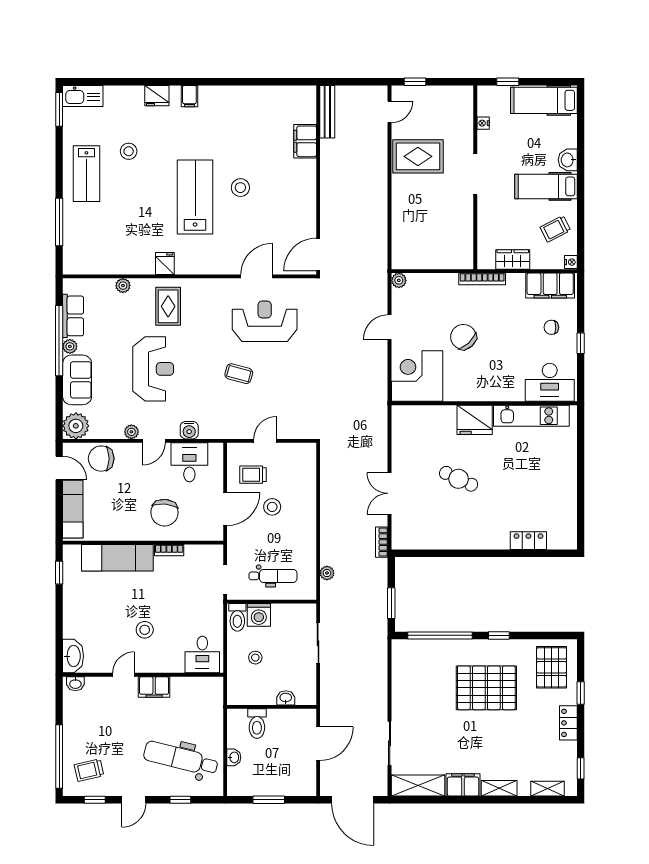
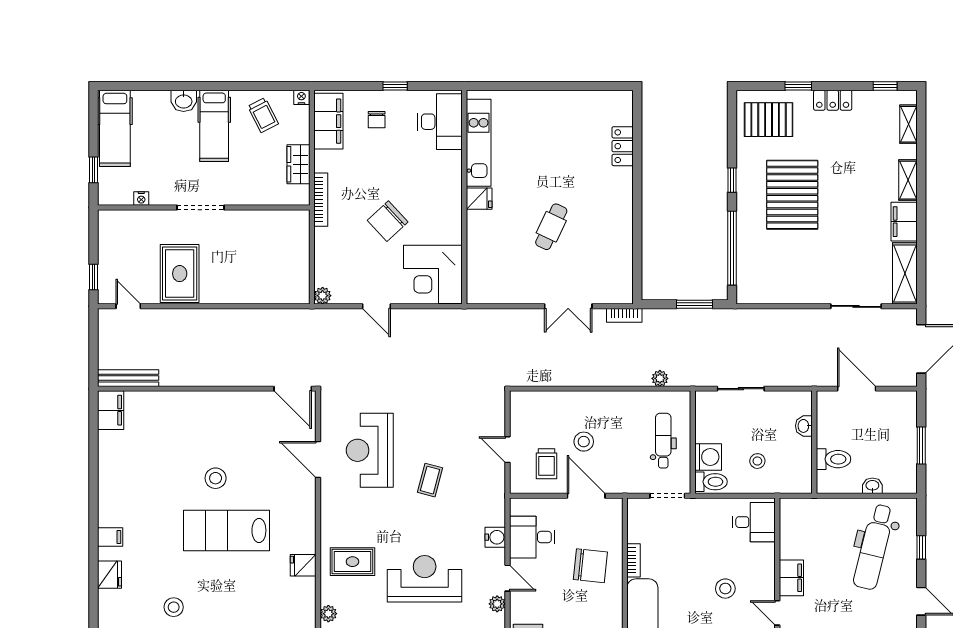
filing cabinet: (305, 141) -> (111, 410), moved, turned -90
fridge: (475, 420) -> (479, 199), width x0.53, depth x0.75

